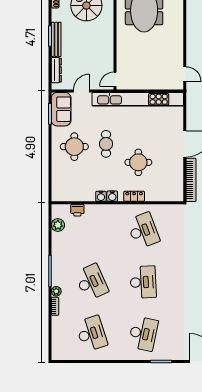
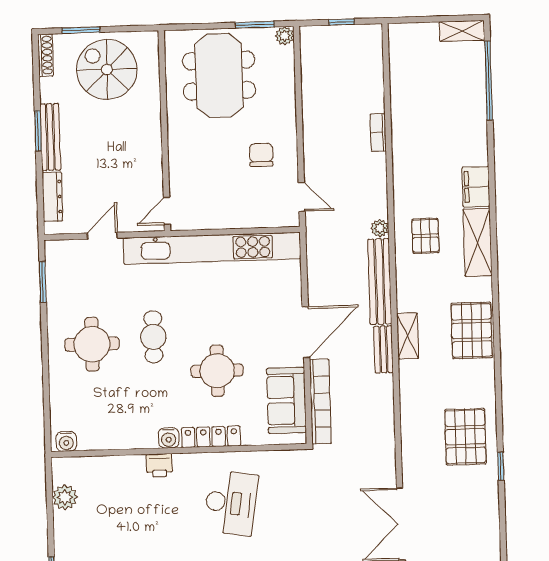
chair: (164, 52) -> (261, 155), added
sofa: (61, 109) -> (286, 400), moved, turned 180
water cooler: (101, 196) -> (66, 441), moved
locker: (134, 196) -> (211, 437), width x1.53
printer: (77, 210) -> (159, 465), moved
desk: (143, 231) -> (231, 503), turned 30

